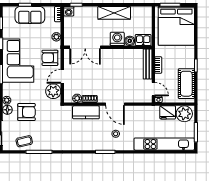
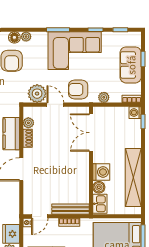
shelving: (114, 13) -> (133, 178), width x1.47
armchair: (50, 58) -> (78, 90), turned -90

